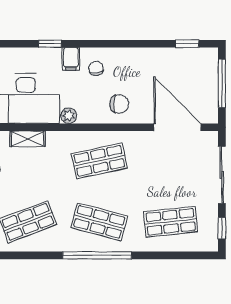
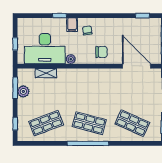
shop shelf: (99, 161) -> (89, 86), removed
shop shelf: (171, 222) -> (132, 123), turned 30

